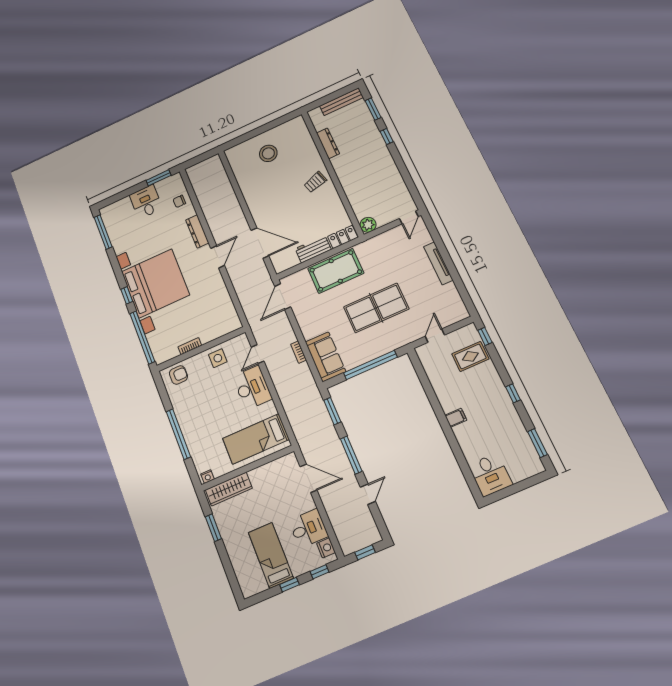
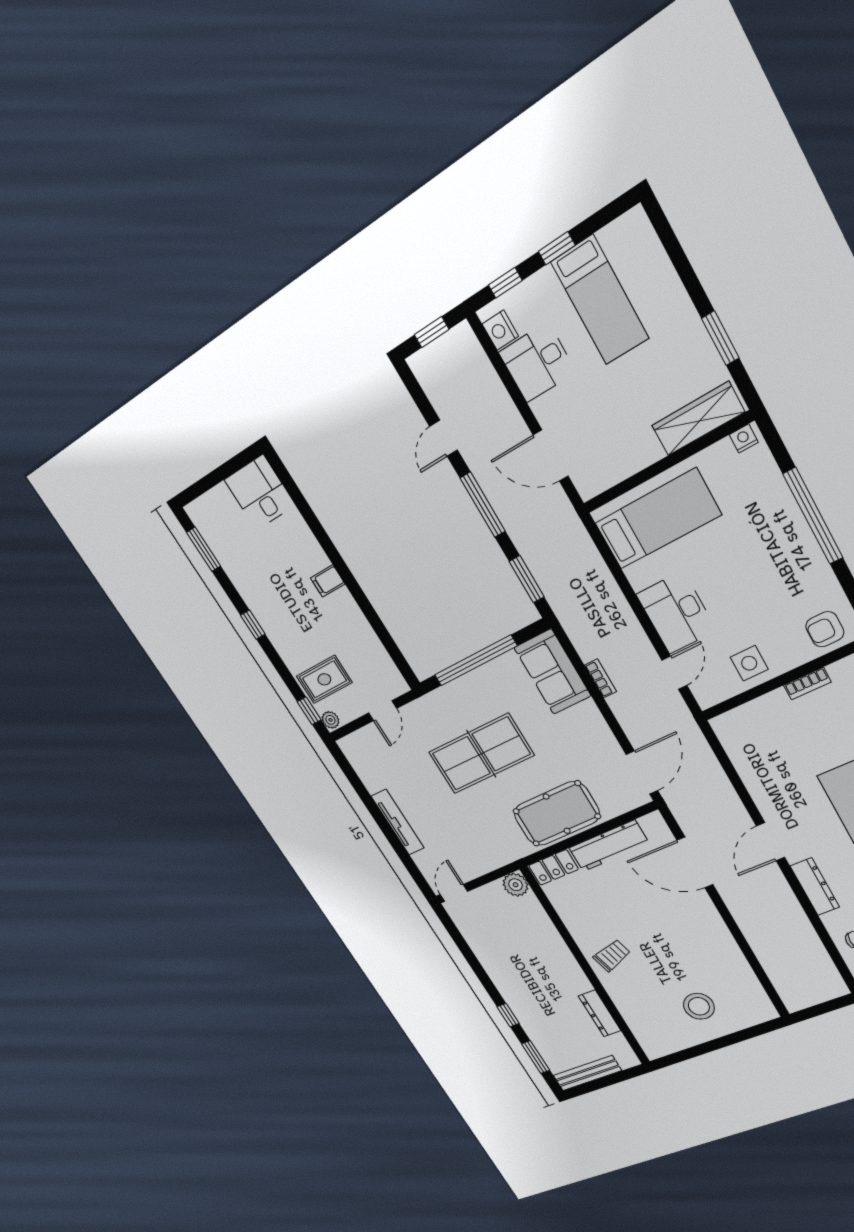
workbench: (313, 249) -> (609, 846), width x1.38
plant: (471, 330) -> (330, 720), added

